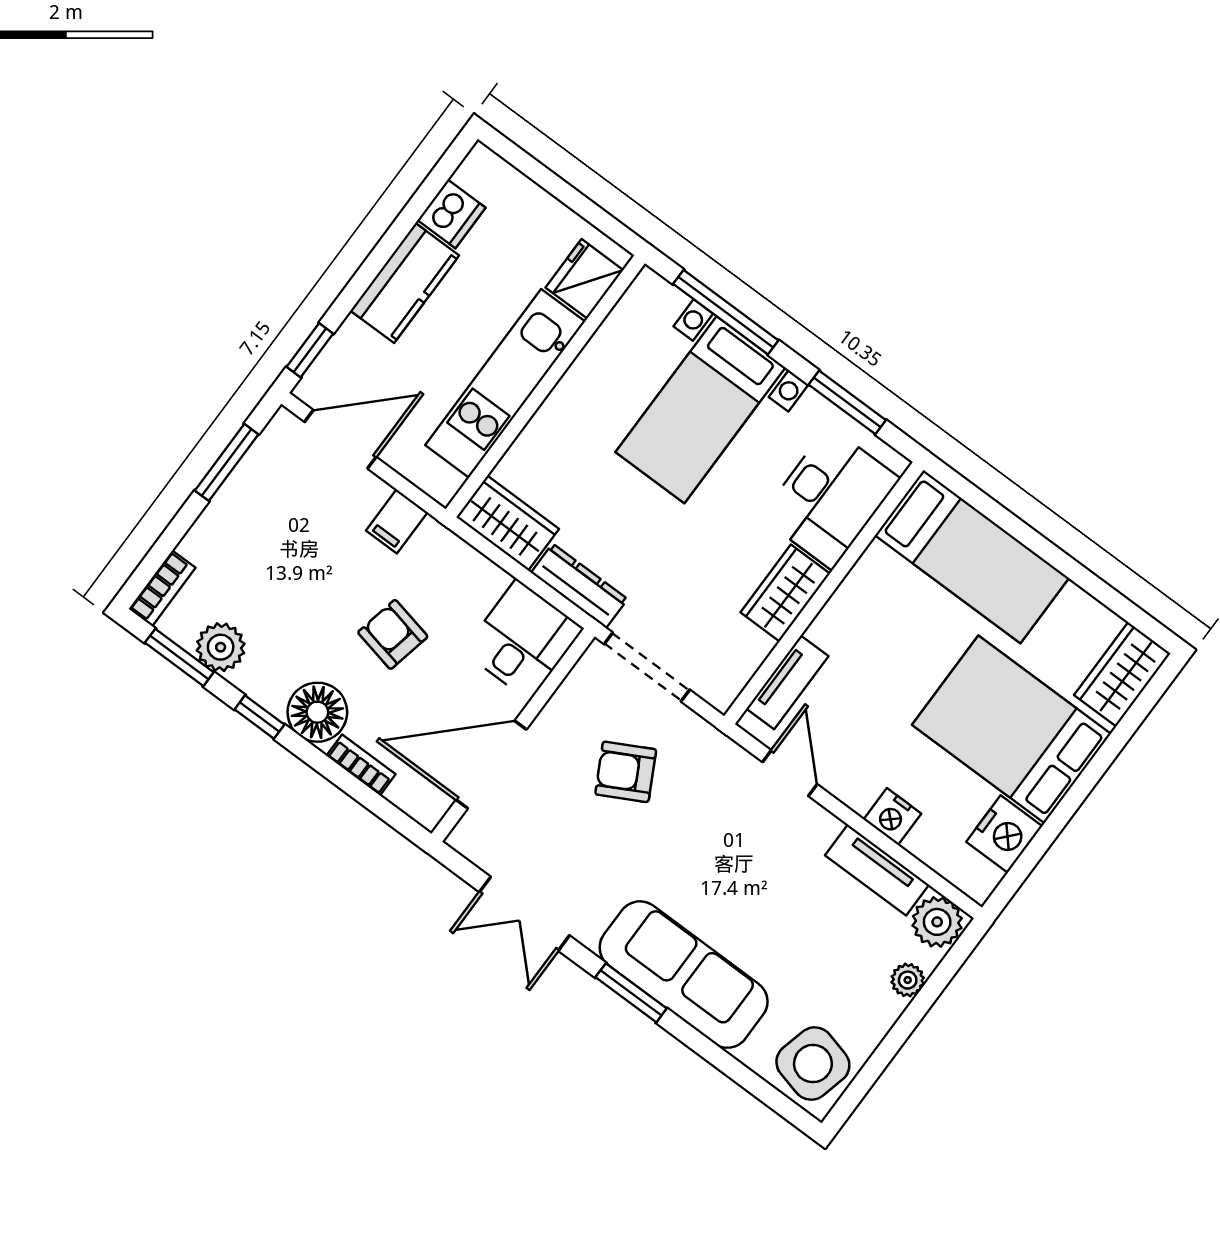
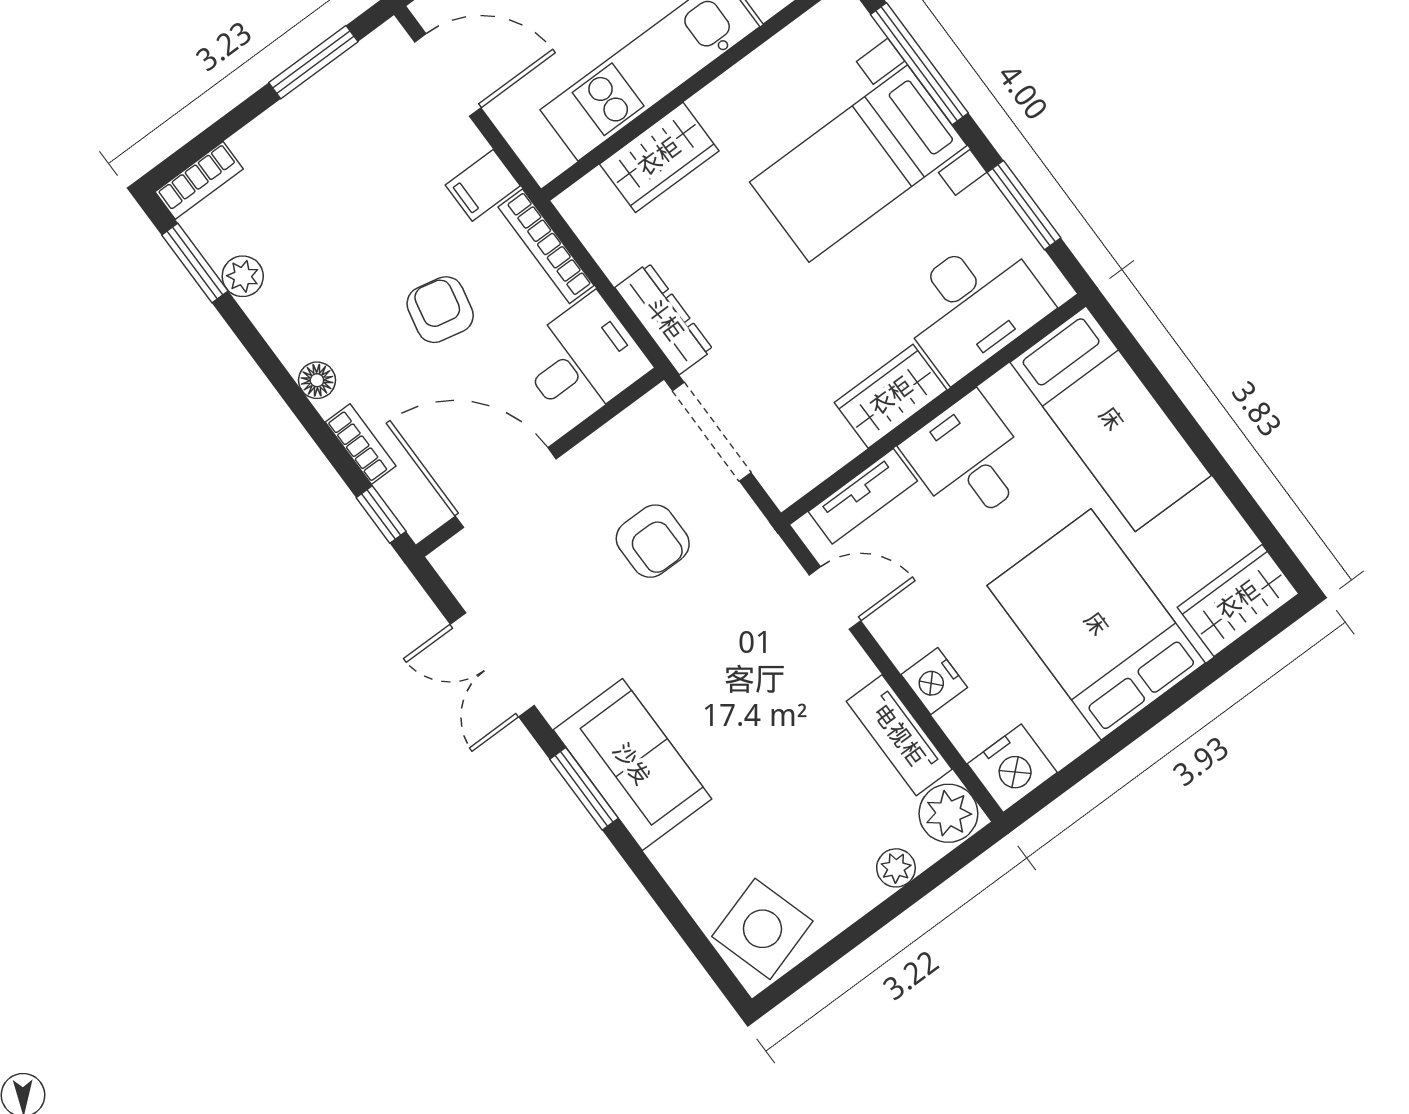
wardrobe: (508, 523) -> (659, 157), moved, turned 90
bookcase: (464, 556) -> (546, 246), added
desk: (865, 626) -> (969, 460), added
plant: (221, 647) -> (243, 276), width x0.73, depth x0.73
floor lamp: (317, 712) -> (317, 380), width x0.53, depth x0.53
window: (259, 717) -> (381, 515), moved
armchair: (626, 772) -> (653, 541), turned -152
door: (790, 773) -> (835, 598), hinge flipped
nightstand: (1004, 834) -> (1012, 768), moved
sofa: (684, 975) -> (632, 764), width x0.73
side table: (813, 1064) -> (762, 929), turned -31

